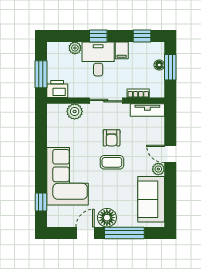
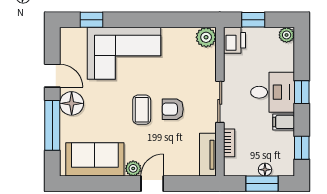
plant: (75, 48) -> (287, 35), moved
window: (41, 74) -> (253, 20), width x0.67
plant: (75, 111) -> (206, 37), moved

